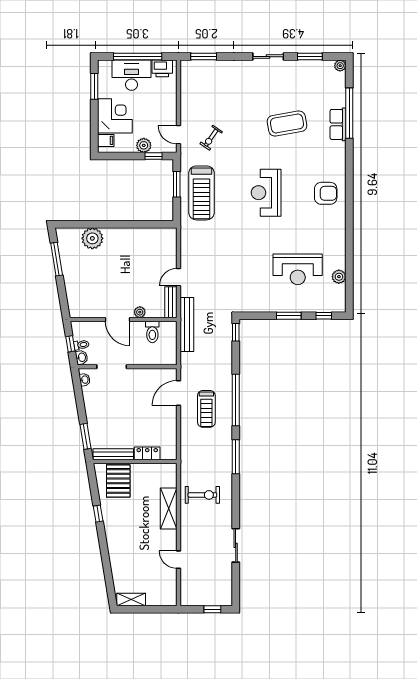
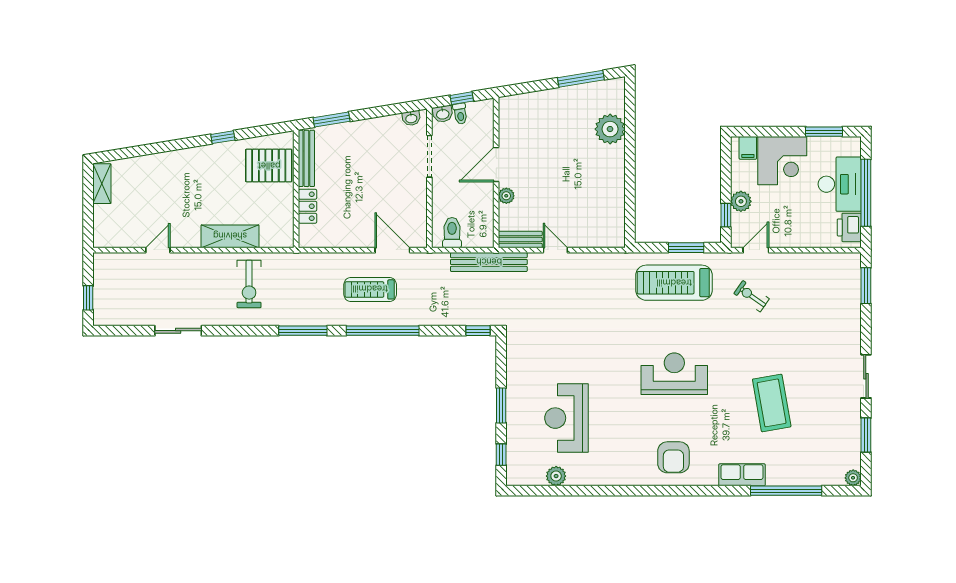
row of seats: (338, 124) -> (742, 475), moved
toilet: (152, 332) -> (452, 233), moved, turned 90

